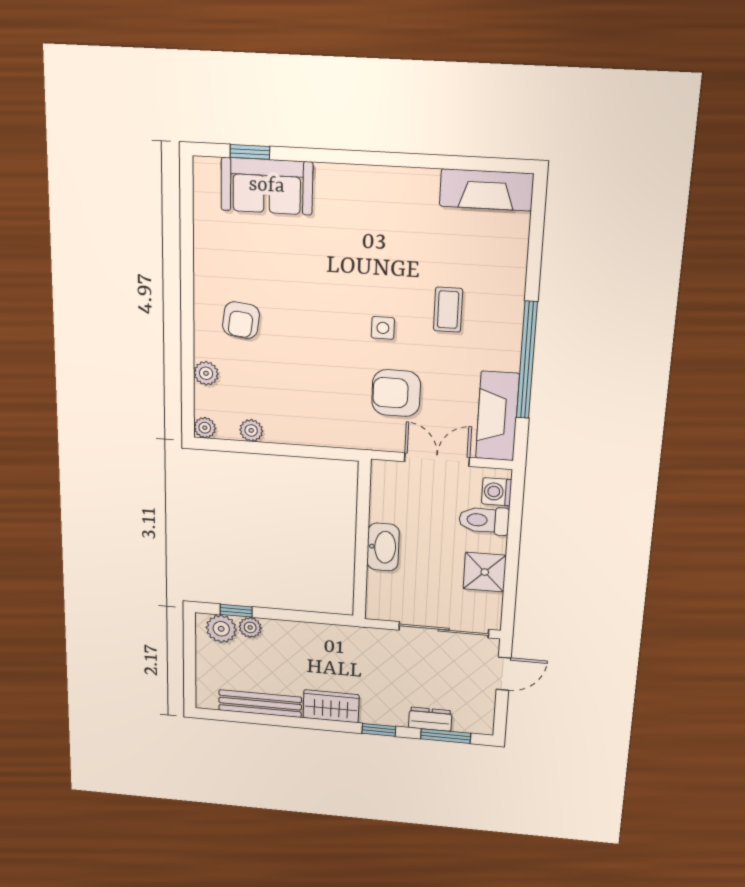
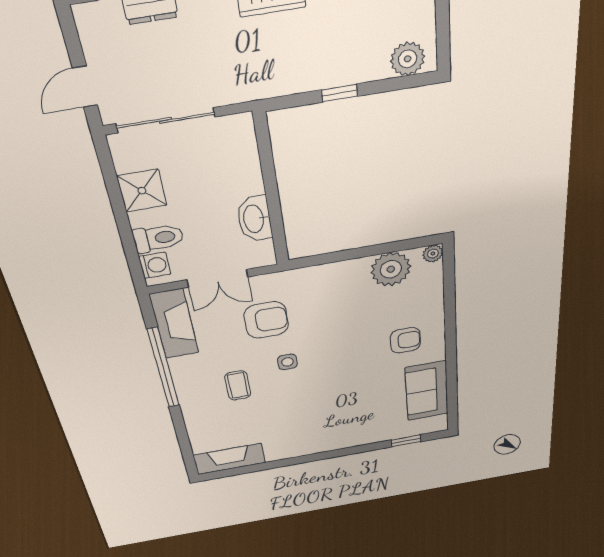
sofa: (267, 186) -> (427, 391), moved, turned -90
armchair: (241, 320) -> (405, 340), turned 83
plant: (206, 373) -> (433, 296), removed
plant: (251, 430) -> (391, 269), width x1.88, depth x1.88
washbasin: (383, 547) -> (254, 219), moved
window: (236, 611) -> (339, 93), moved
plant: (250, 627) -> (376, 69), removed

